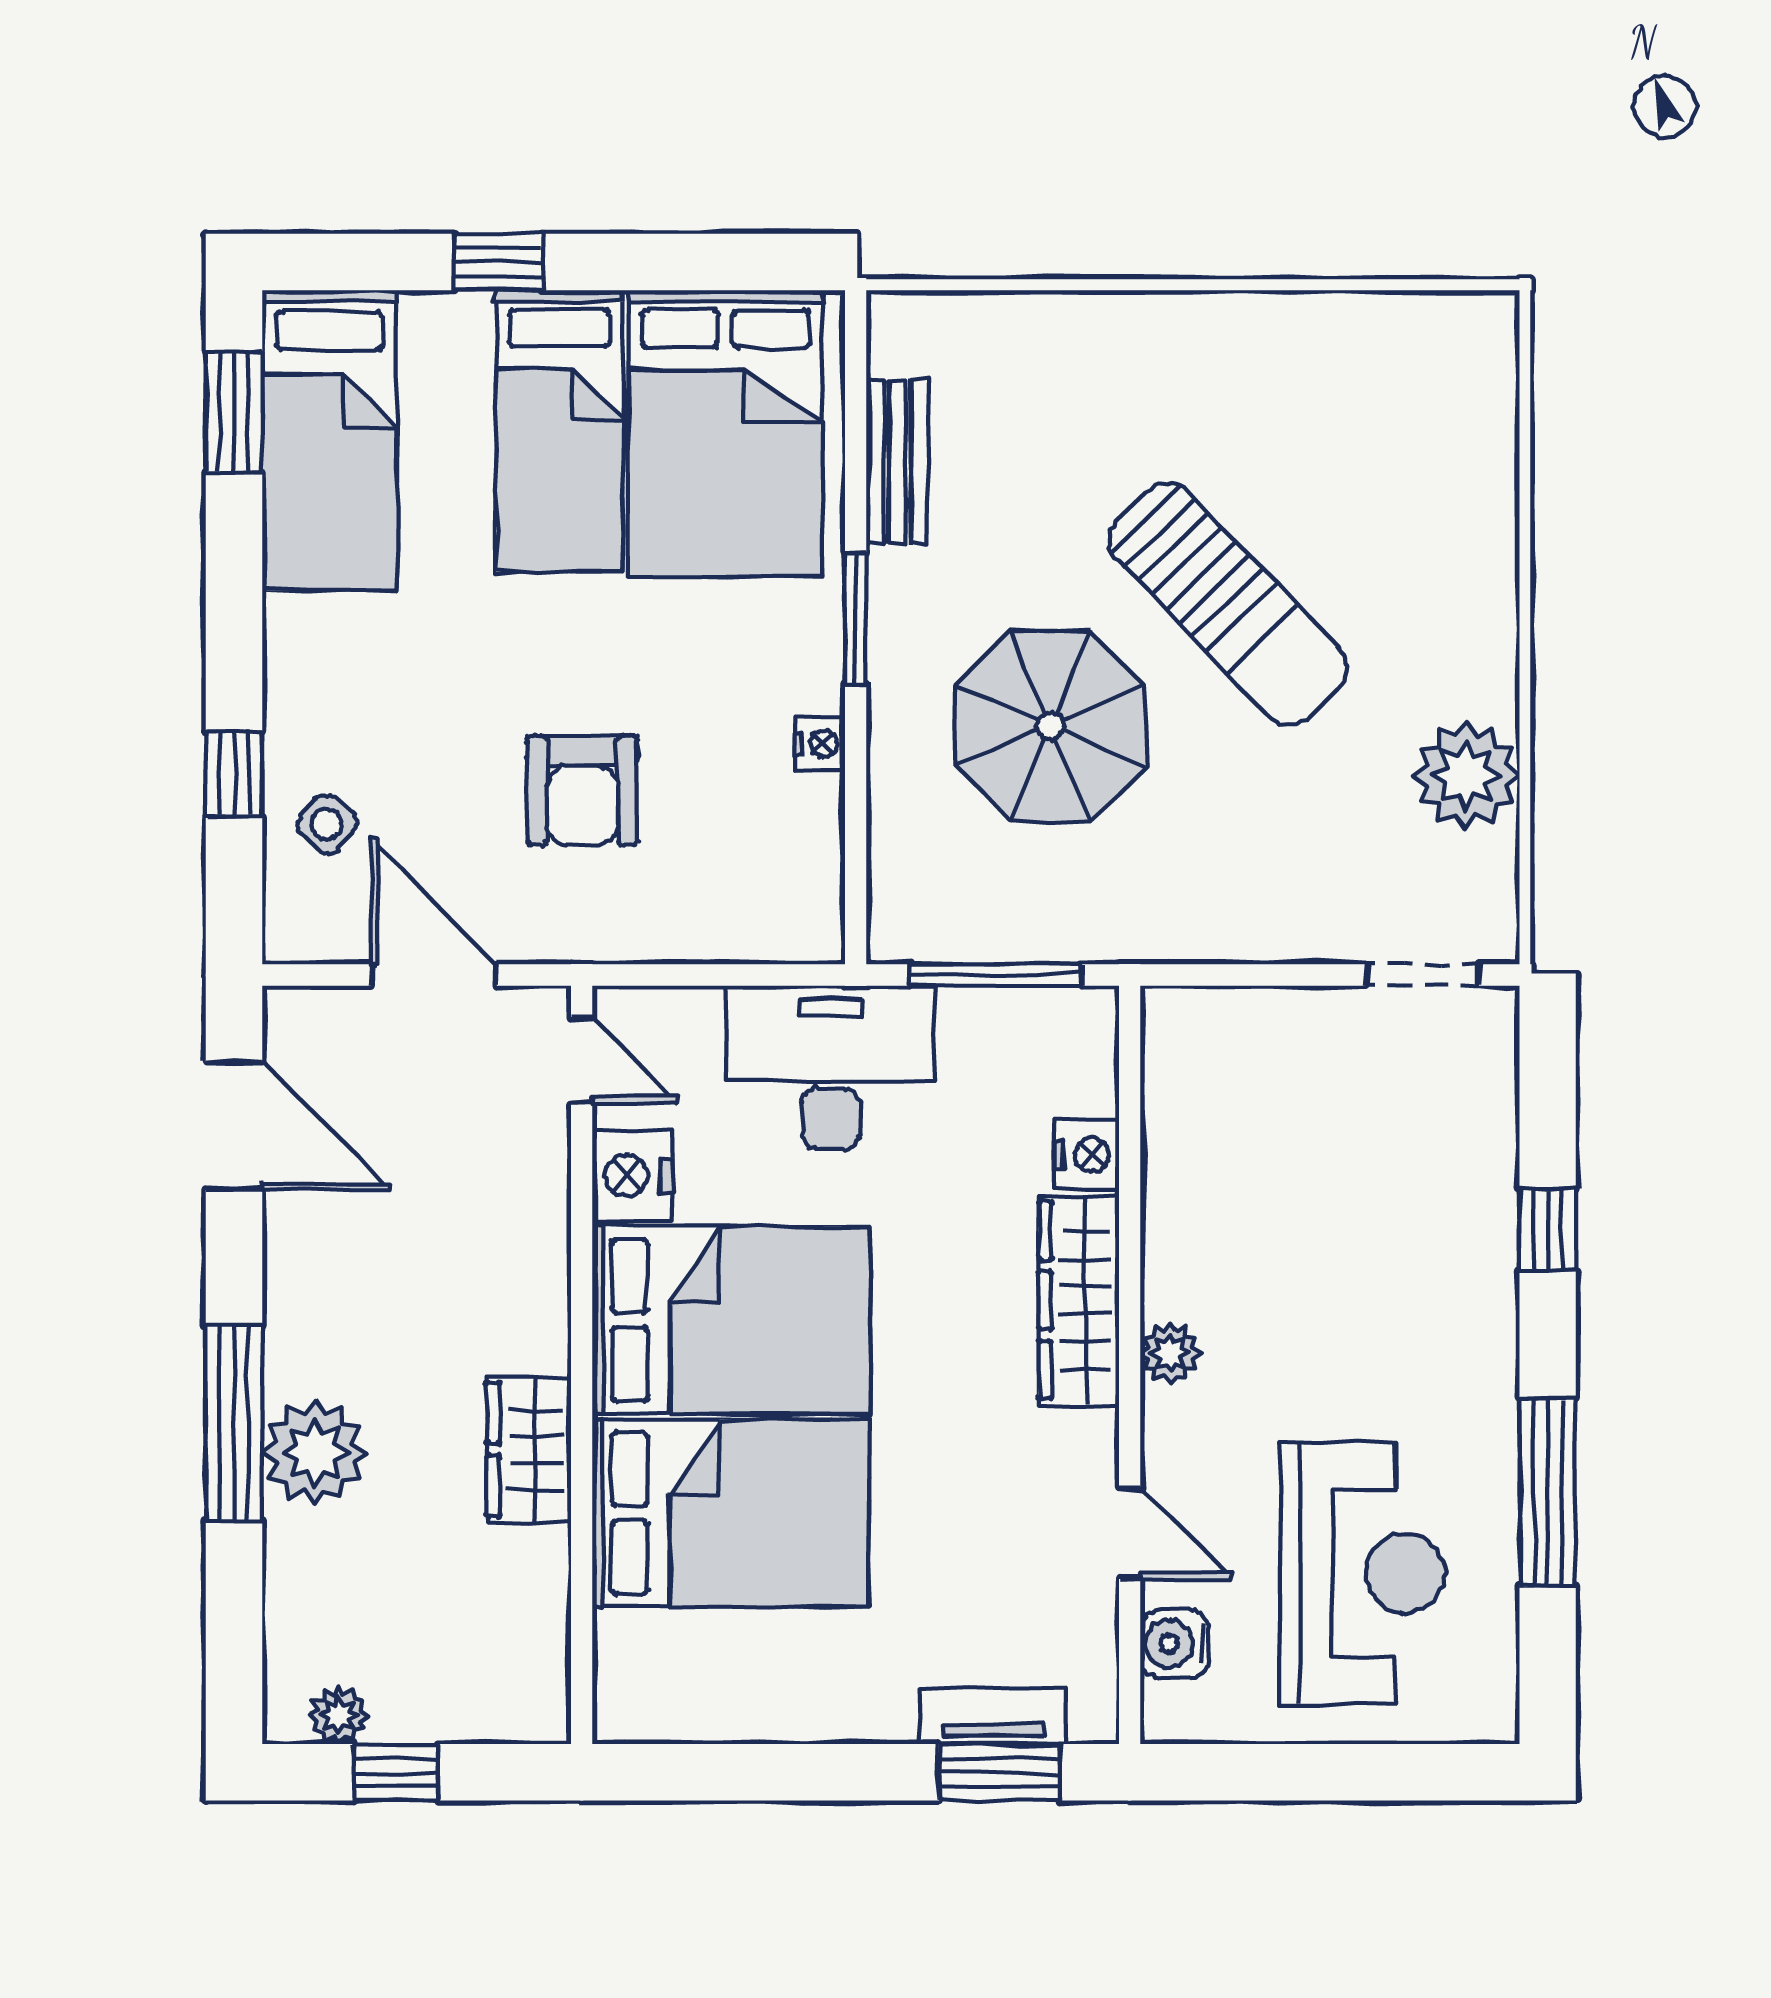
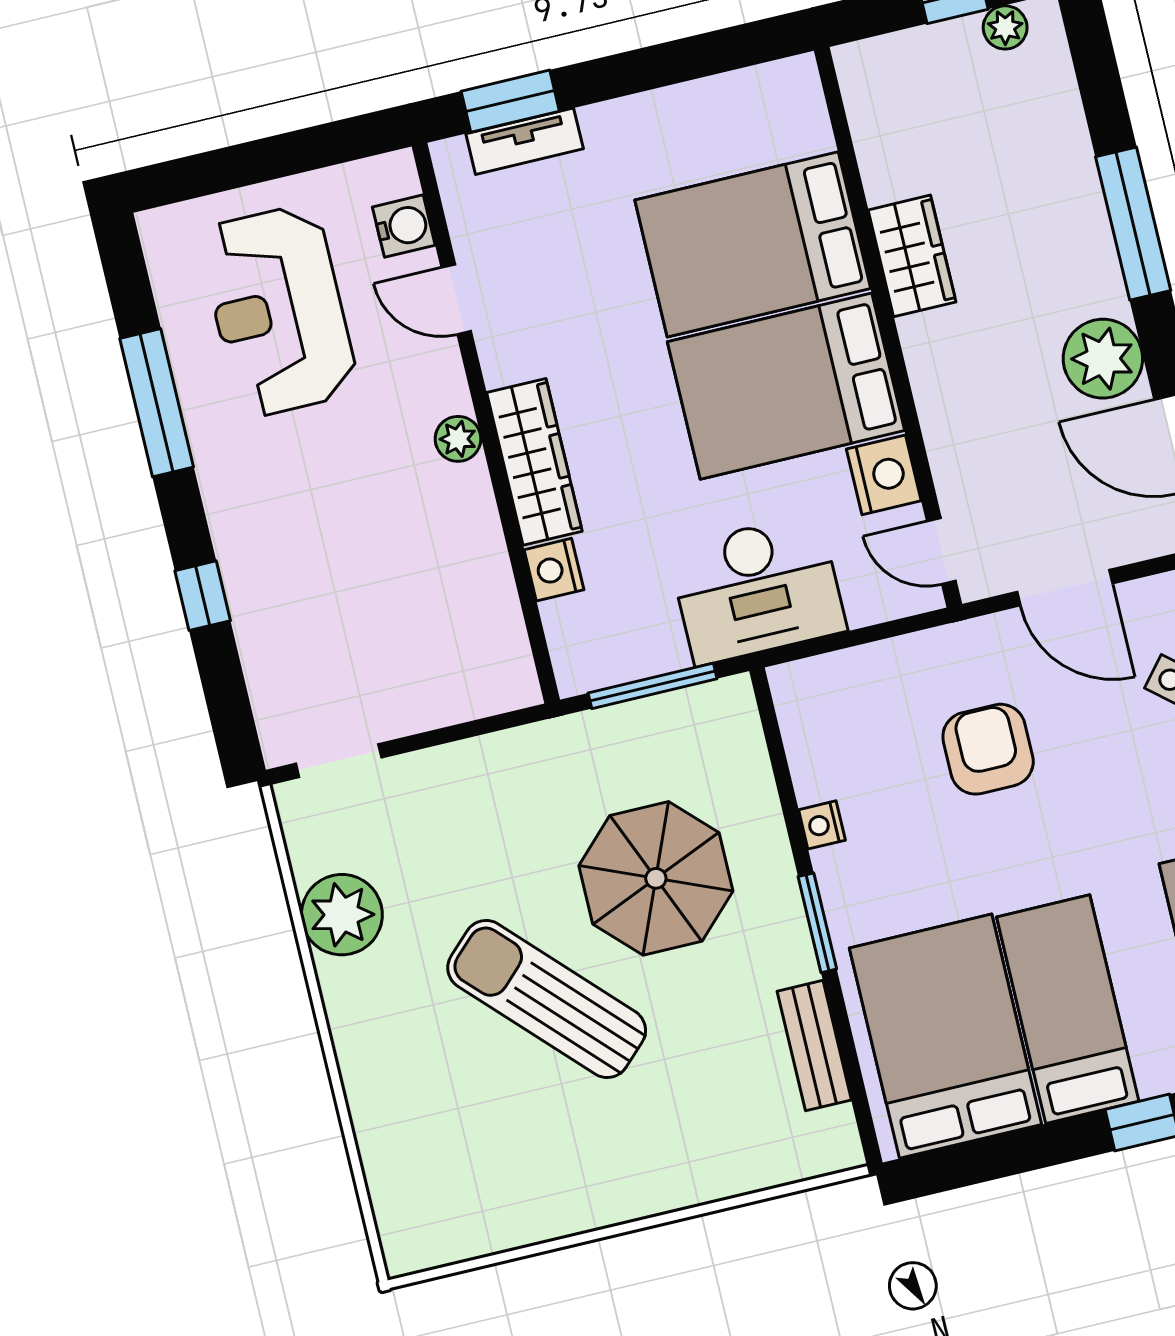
plant: (314, 1453) -> (1103, 359), moved

